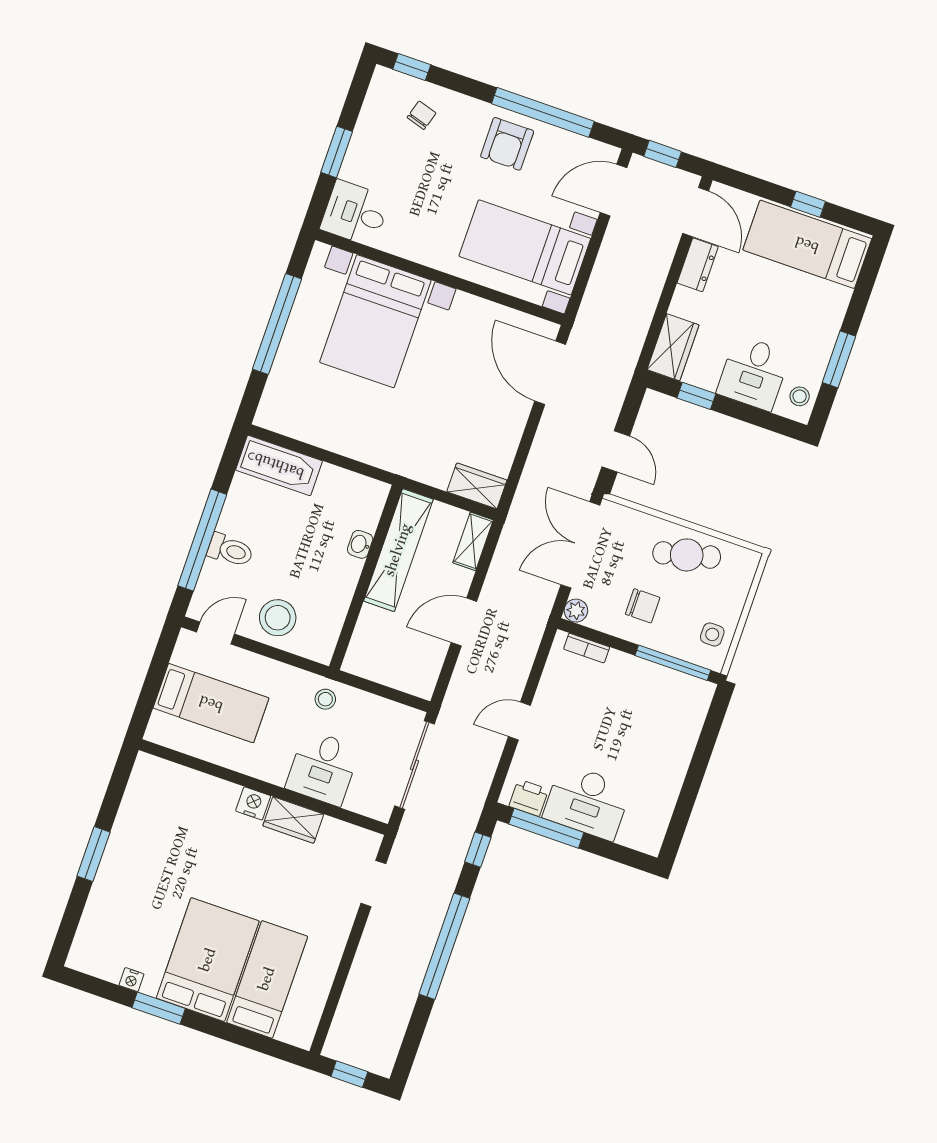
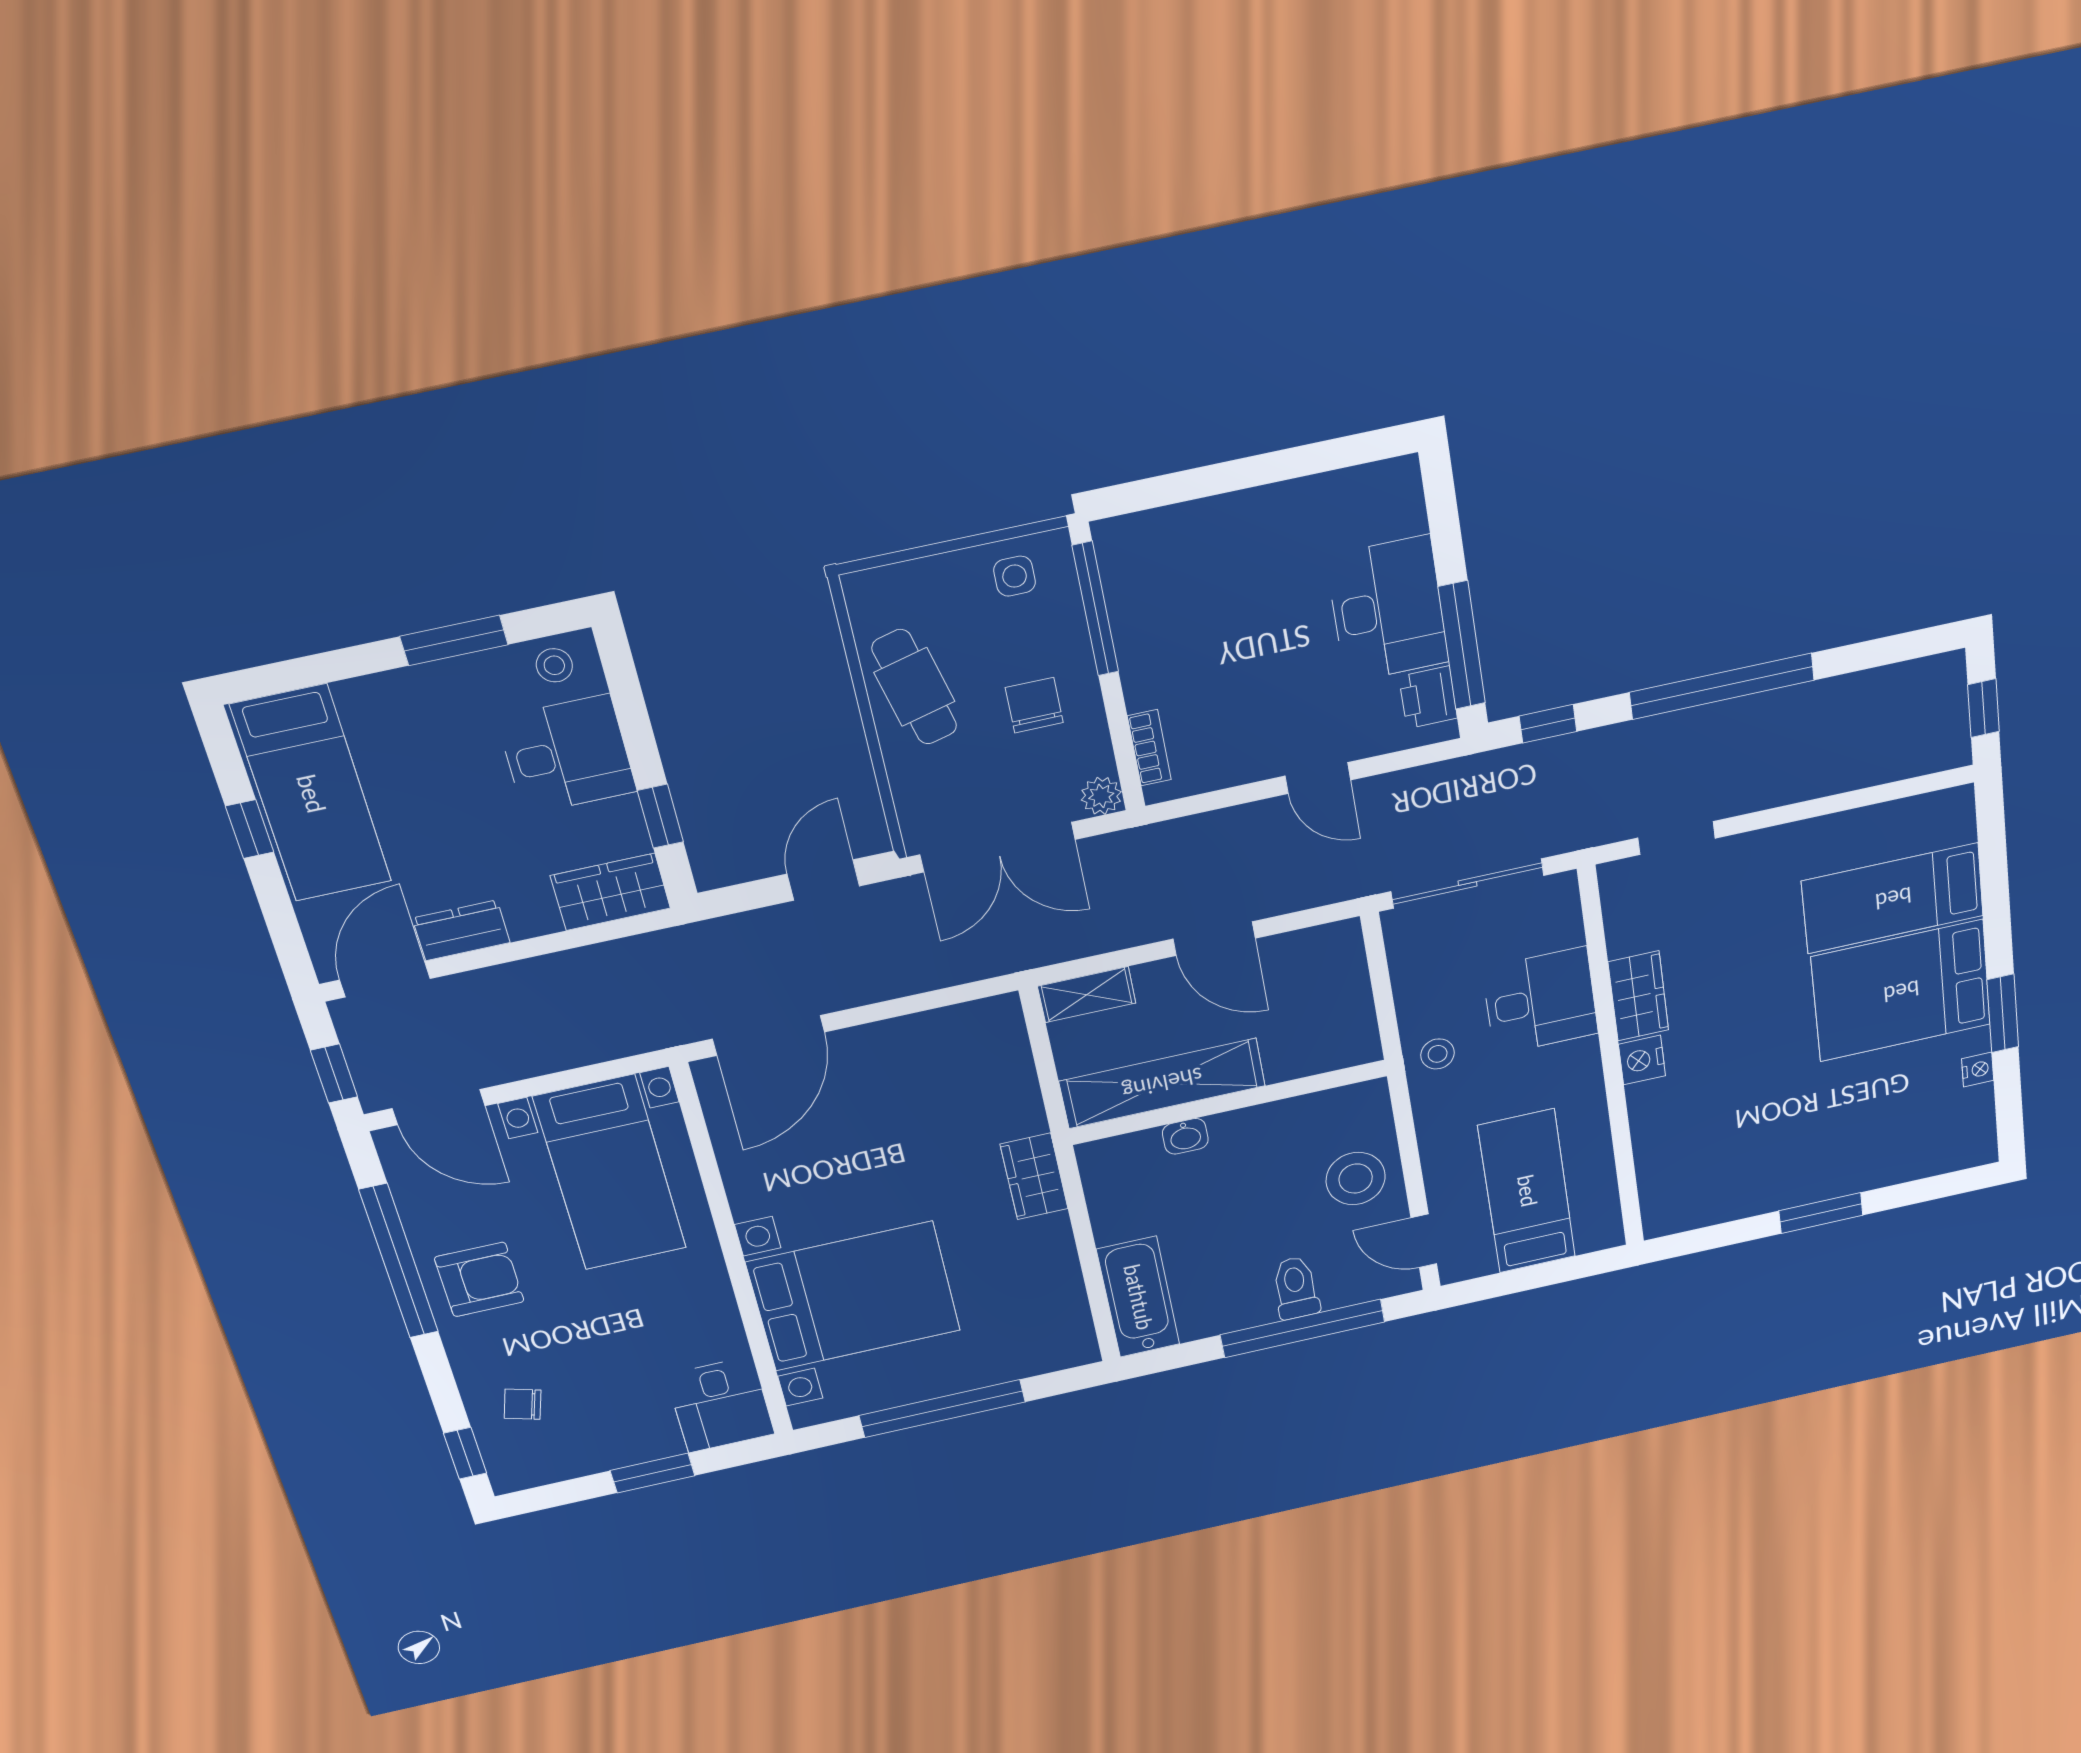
wardrobe: (477, 486) -> (1034, 1176), moved

